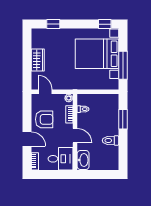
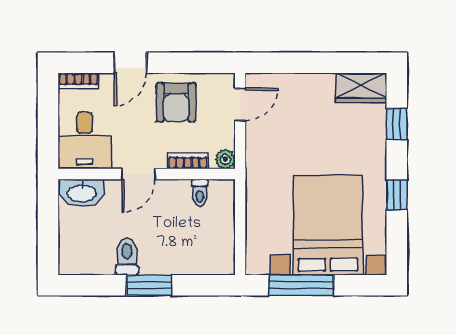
window: (105, 24) -> (397, 195), moved
wardrobe: (38, 60) -> (361, 88), moved
window: (123, 119) -> (149, 285), moved

